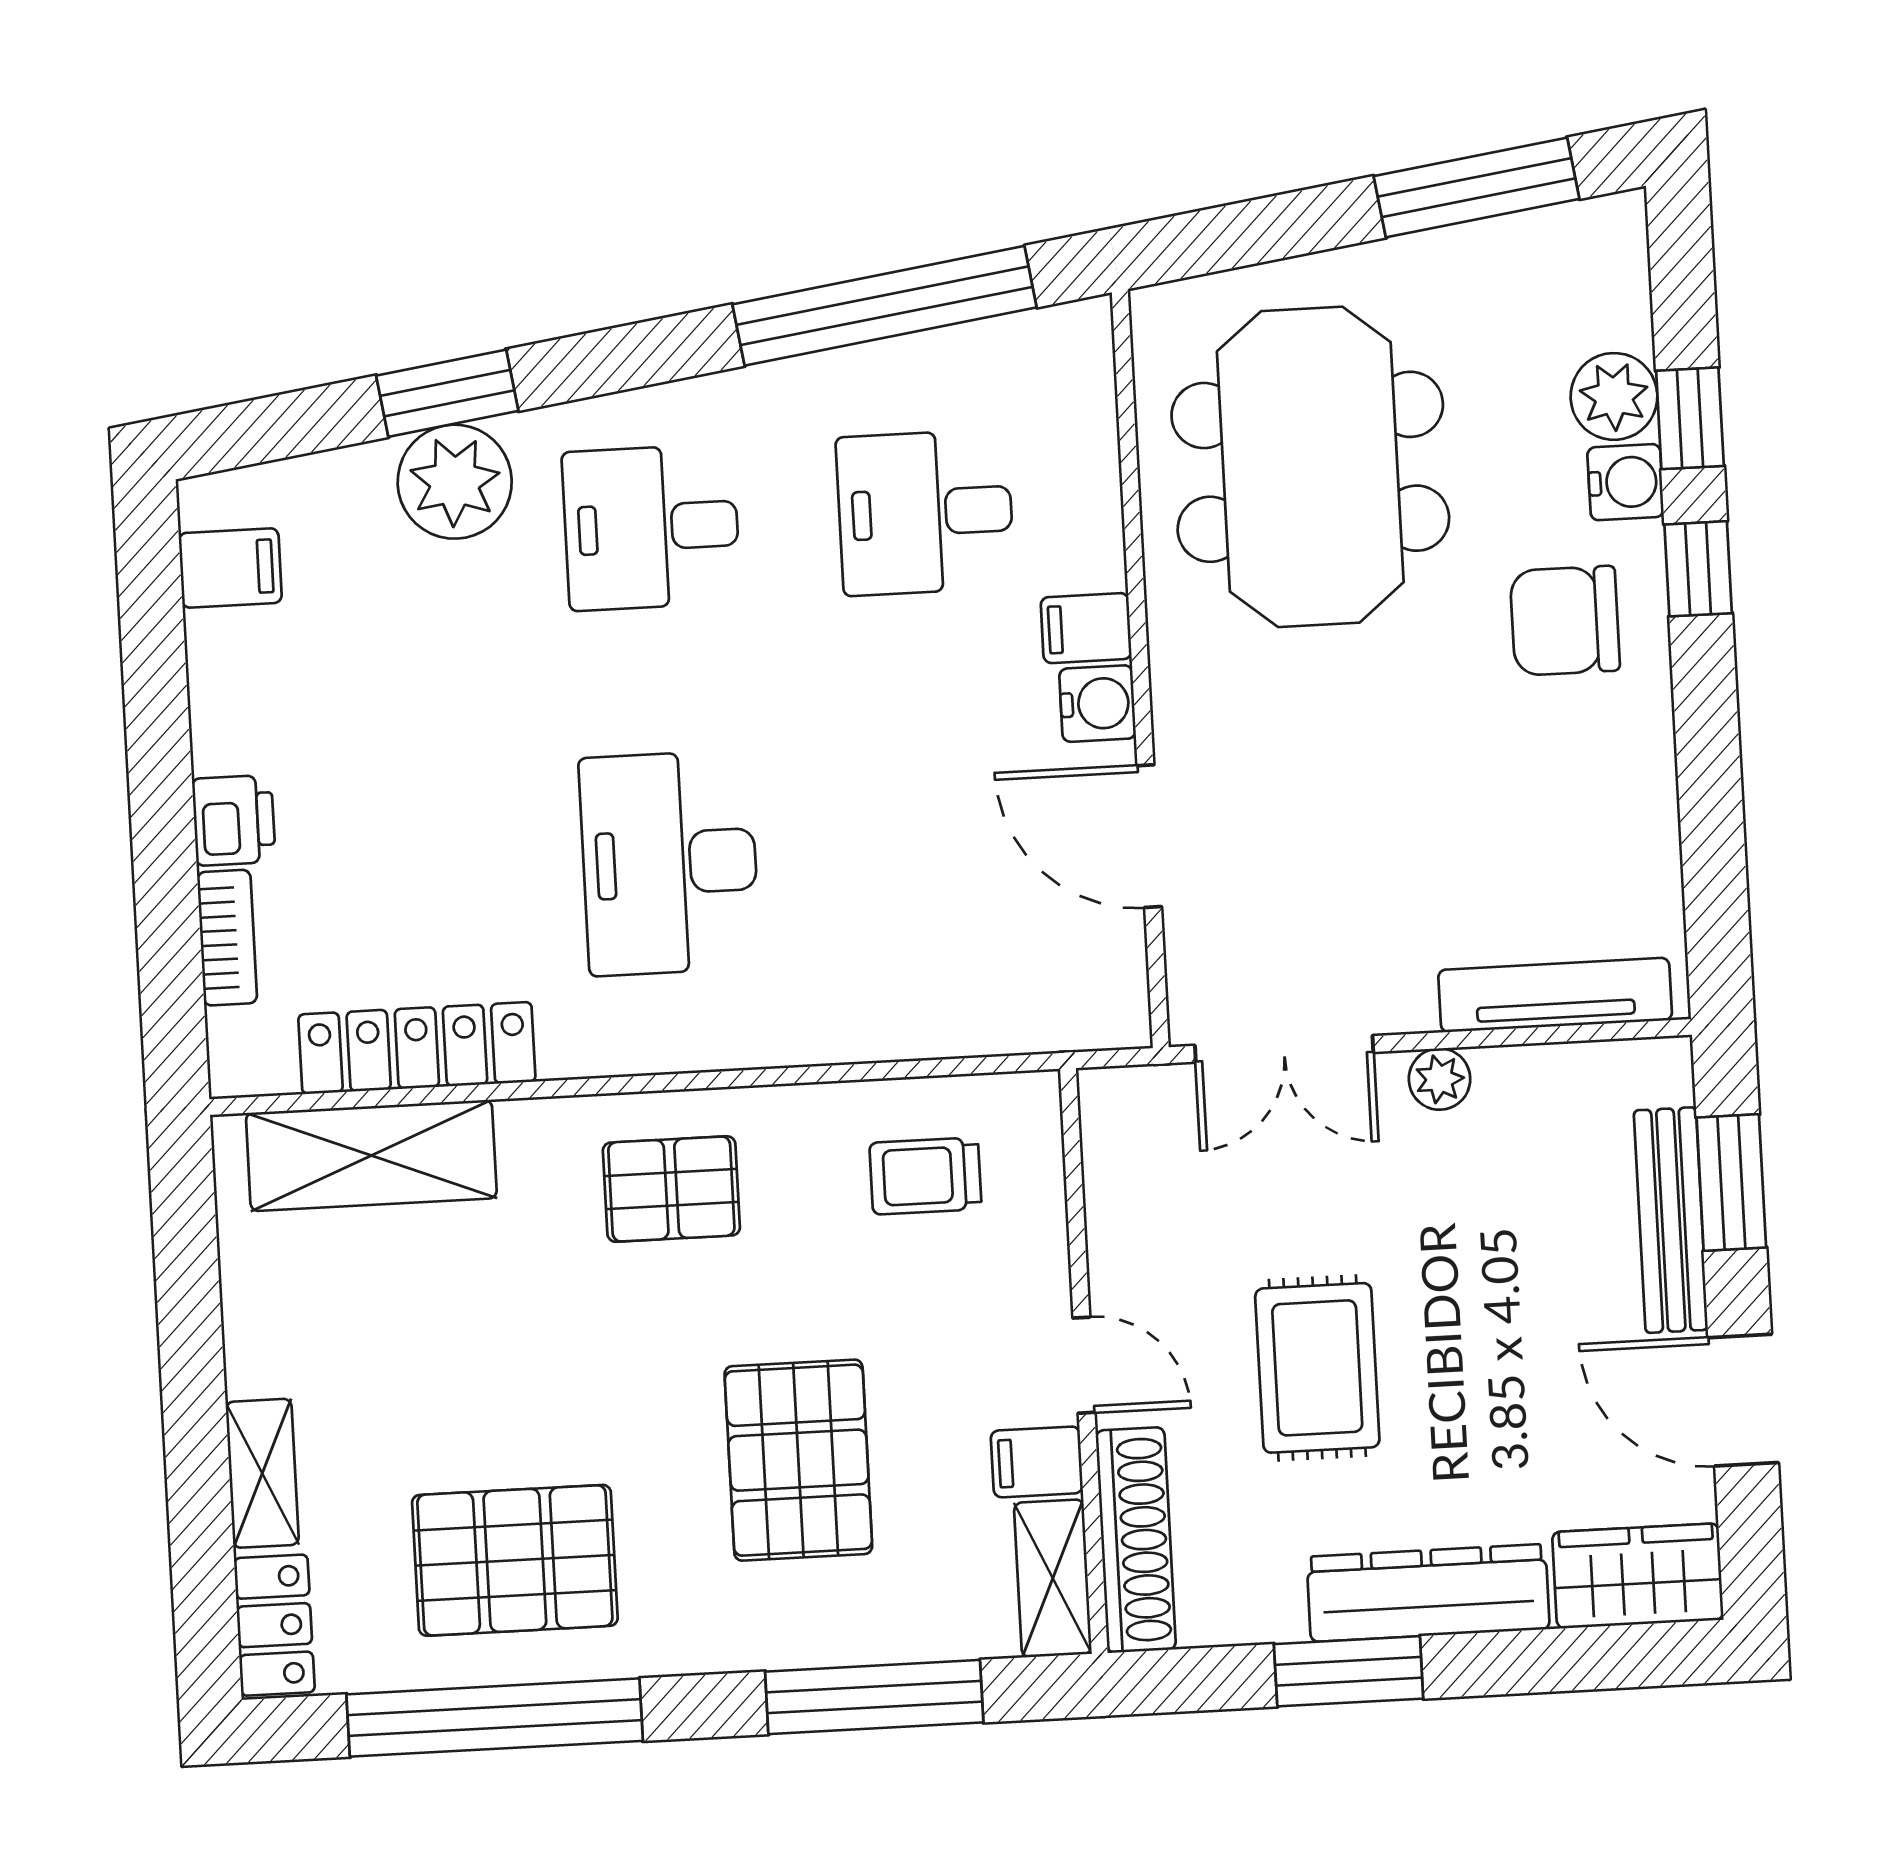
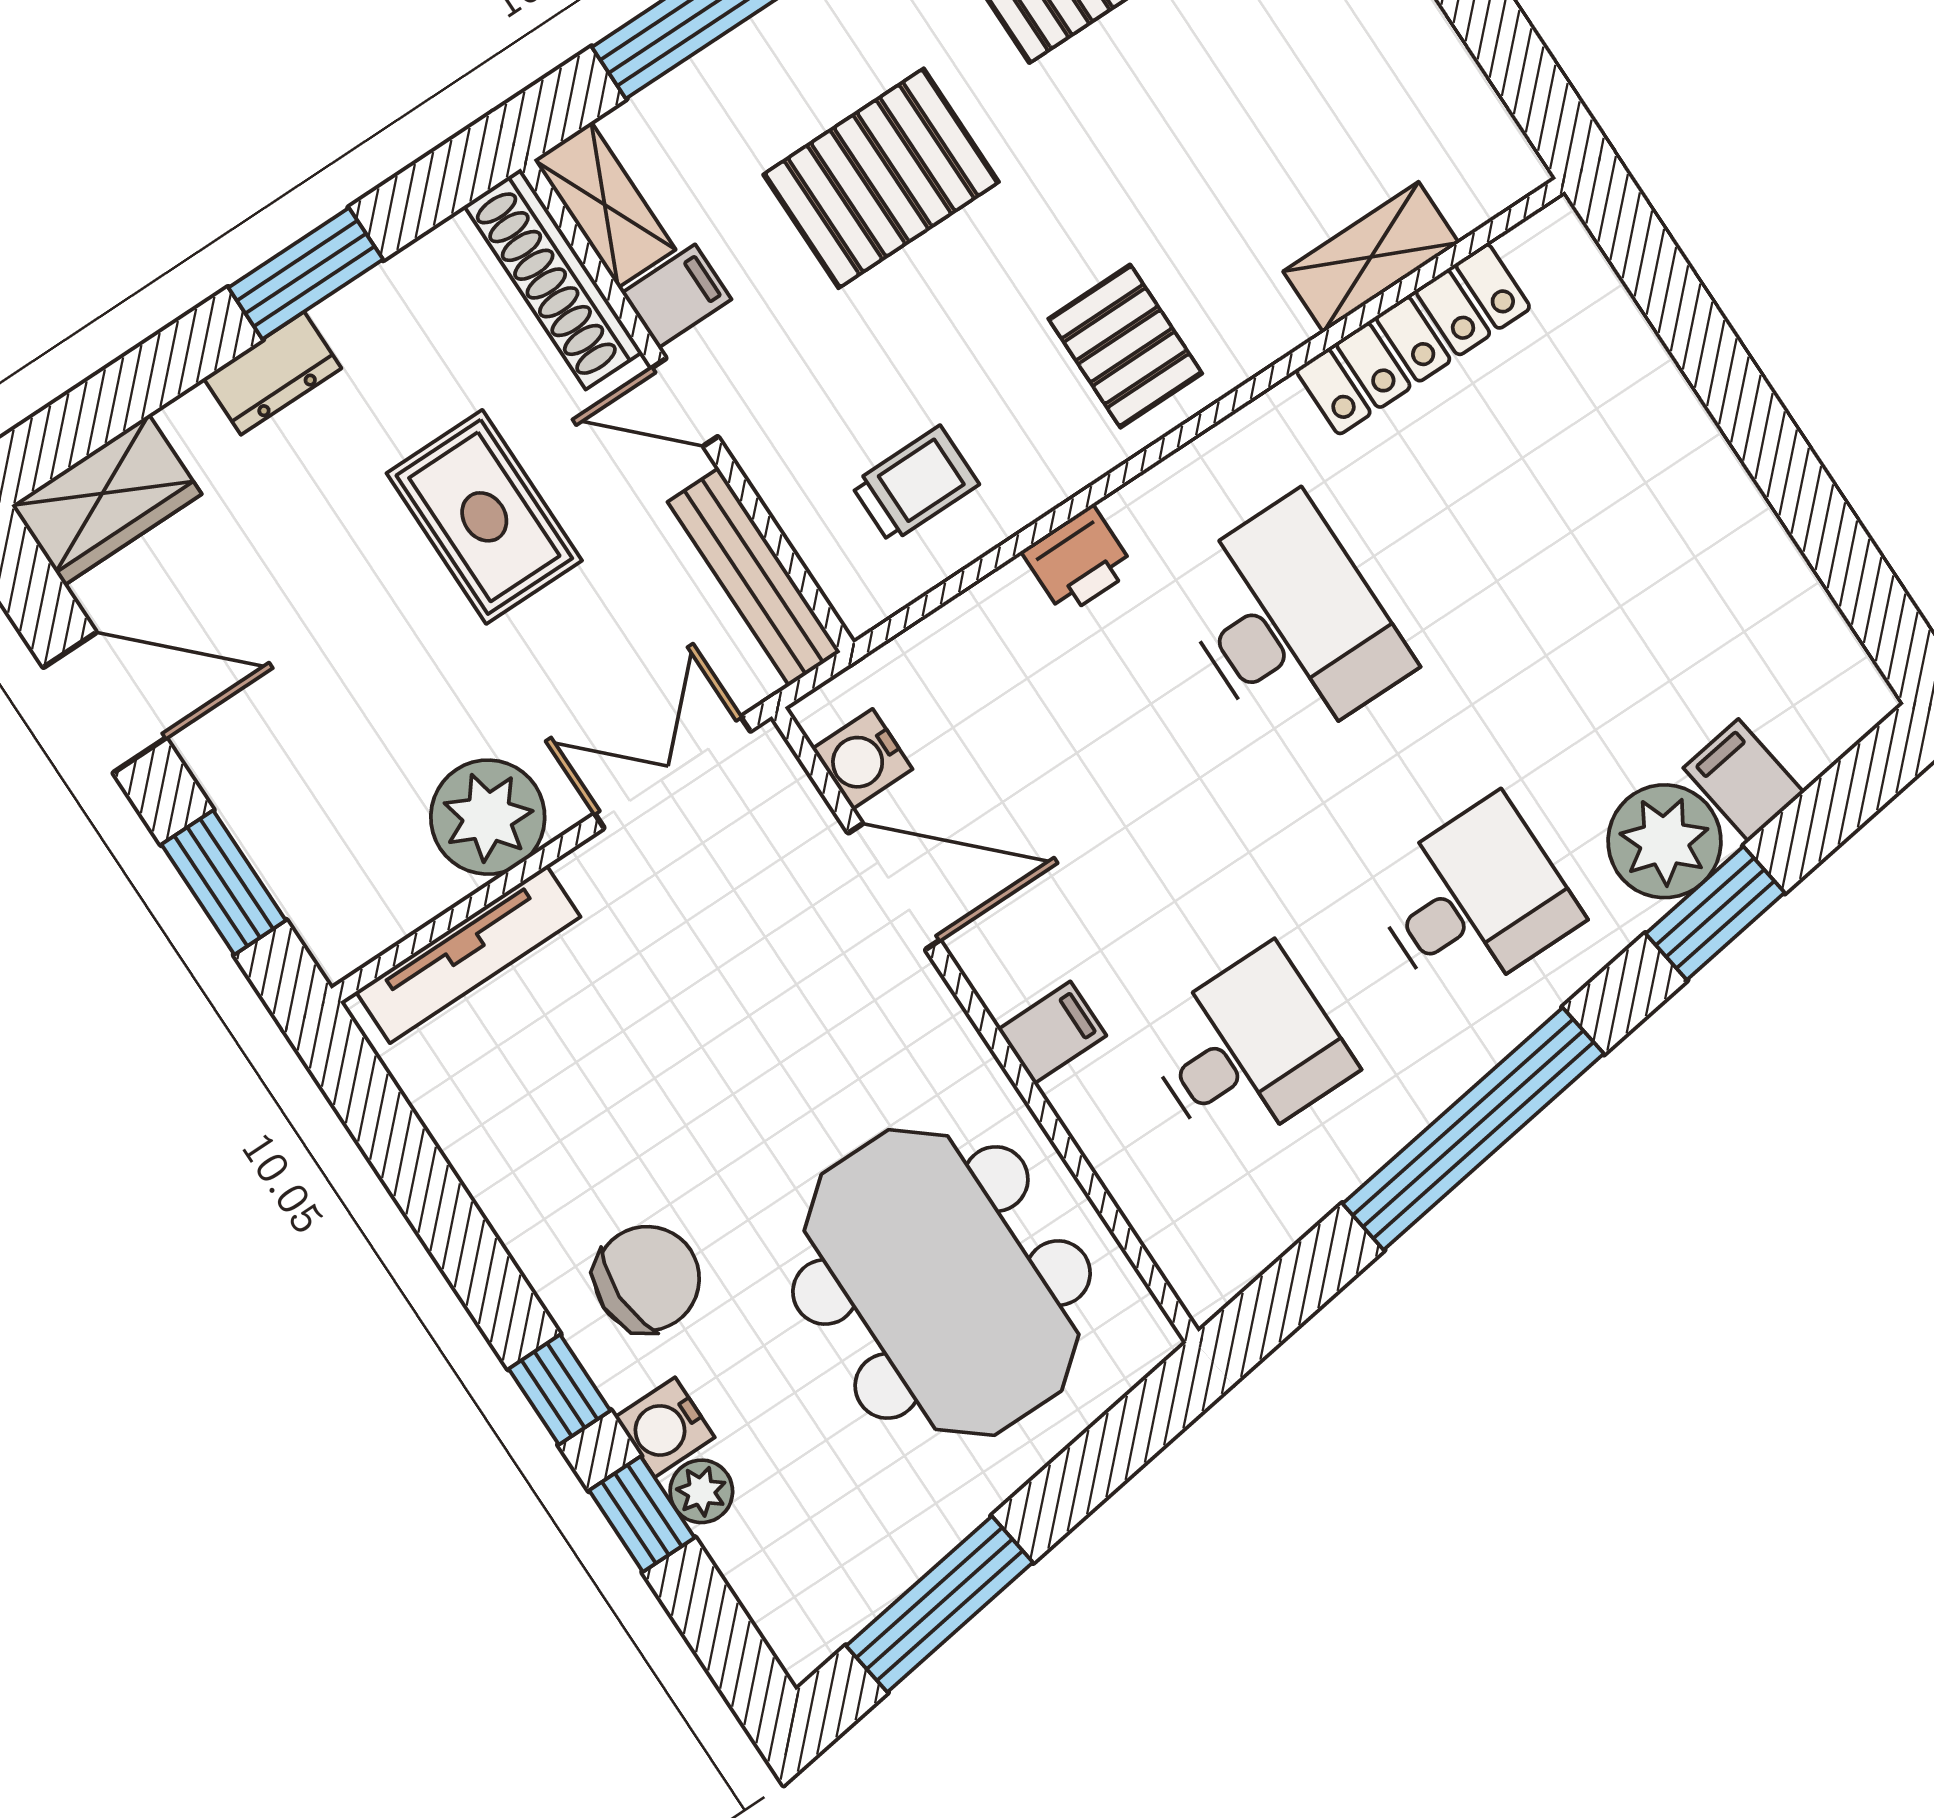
window: (884, 306) -> (1473, 1129), moved
plant: (1614, 396) -> (701, 1491), width x0.73, depth x0.73
filing cabinet: (230, 568) -> (1744, 780), moved, turned 82
water cooler: (1098, 704) -> (862, 759), moved
printer: (234, 820) -> (1078, 560), moved, turned -90
bookcase: (227, 938) -> (1630, 338), removed
plant: (1440, 1079) -> (488, 817), width x1.88, depth x1.88
shelving: (371, 1156) -> (1371, 257), width x0.67, depth x0.75
pallet: (671, 1189) -> (1125, 346), turned 90
bench: (1671, 1220) -> (754, 577), moved
pallet: (798, 1460) -> (881, 178), turned 90
dresser: (1428, 1593) -> (272, 373), width x0.51, depth x0.80

